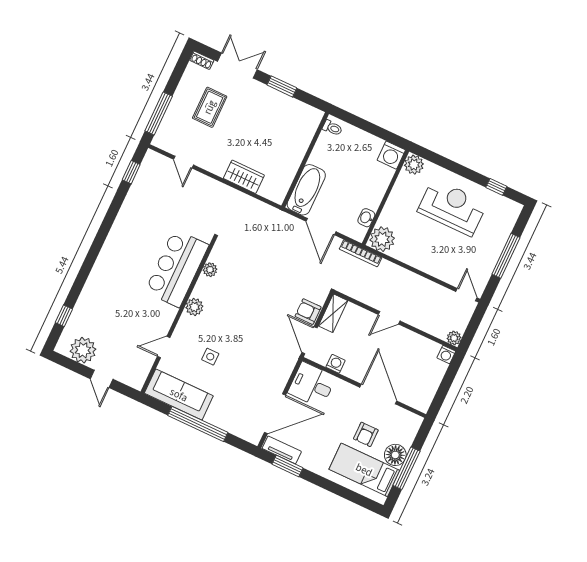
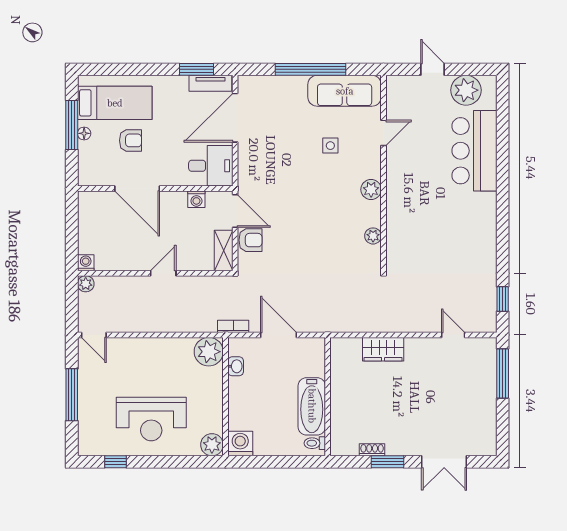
shoe rack: (202, 60) -> (372, 450), moved
rug: (210, 107) -> (453, 405), removed
bathtub: (306, 190) -> (312, 406), moved
bookcase: (361, 253) -> (233, 326), width x0.64
bar counter: (177, 268) -> (474, 151), moved, turned 180
window: (64, 316) -> (503, 117), removed
armchair: (366, 434) -> (131, 140), turned 90
floor lamp: (395, 455) -> (84, 133), width x0.53, depth x0.53

